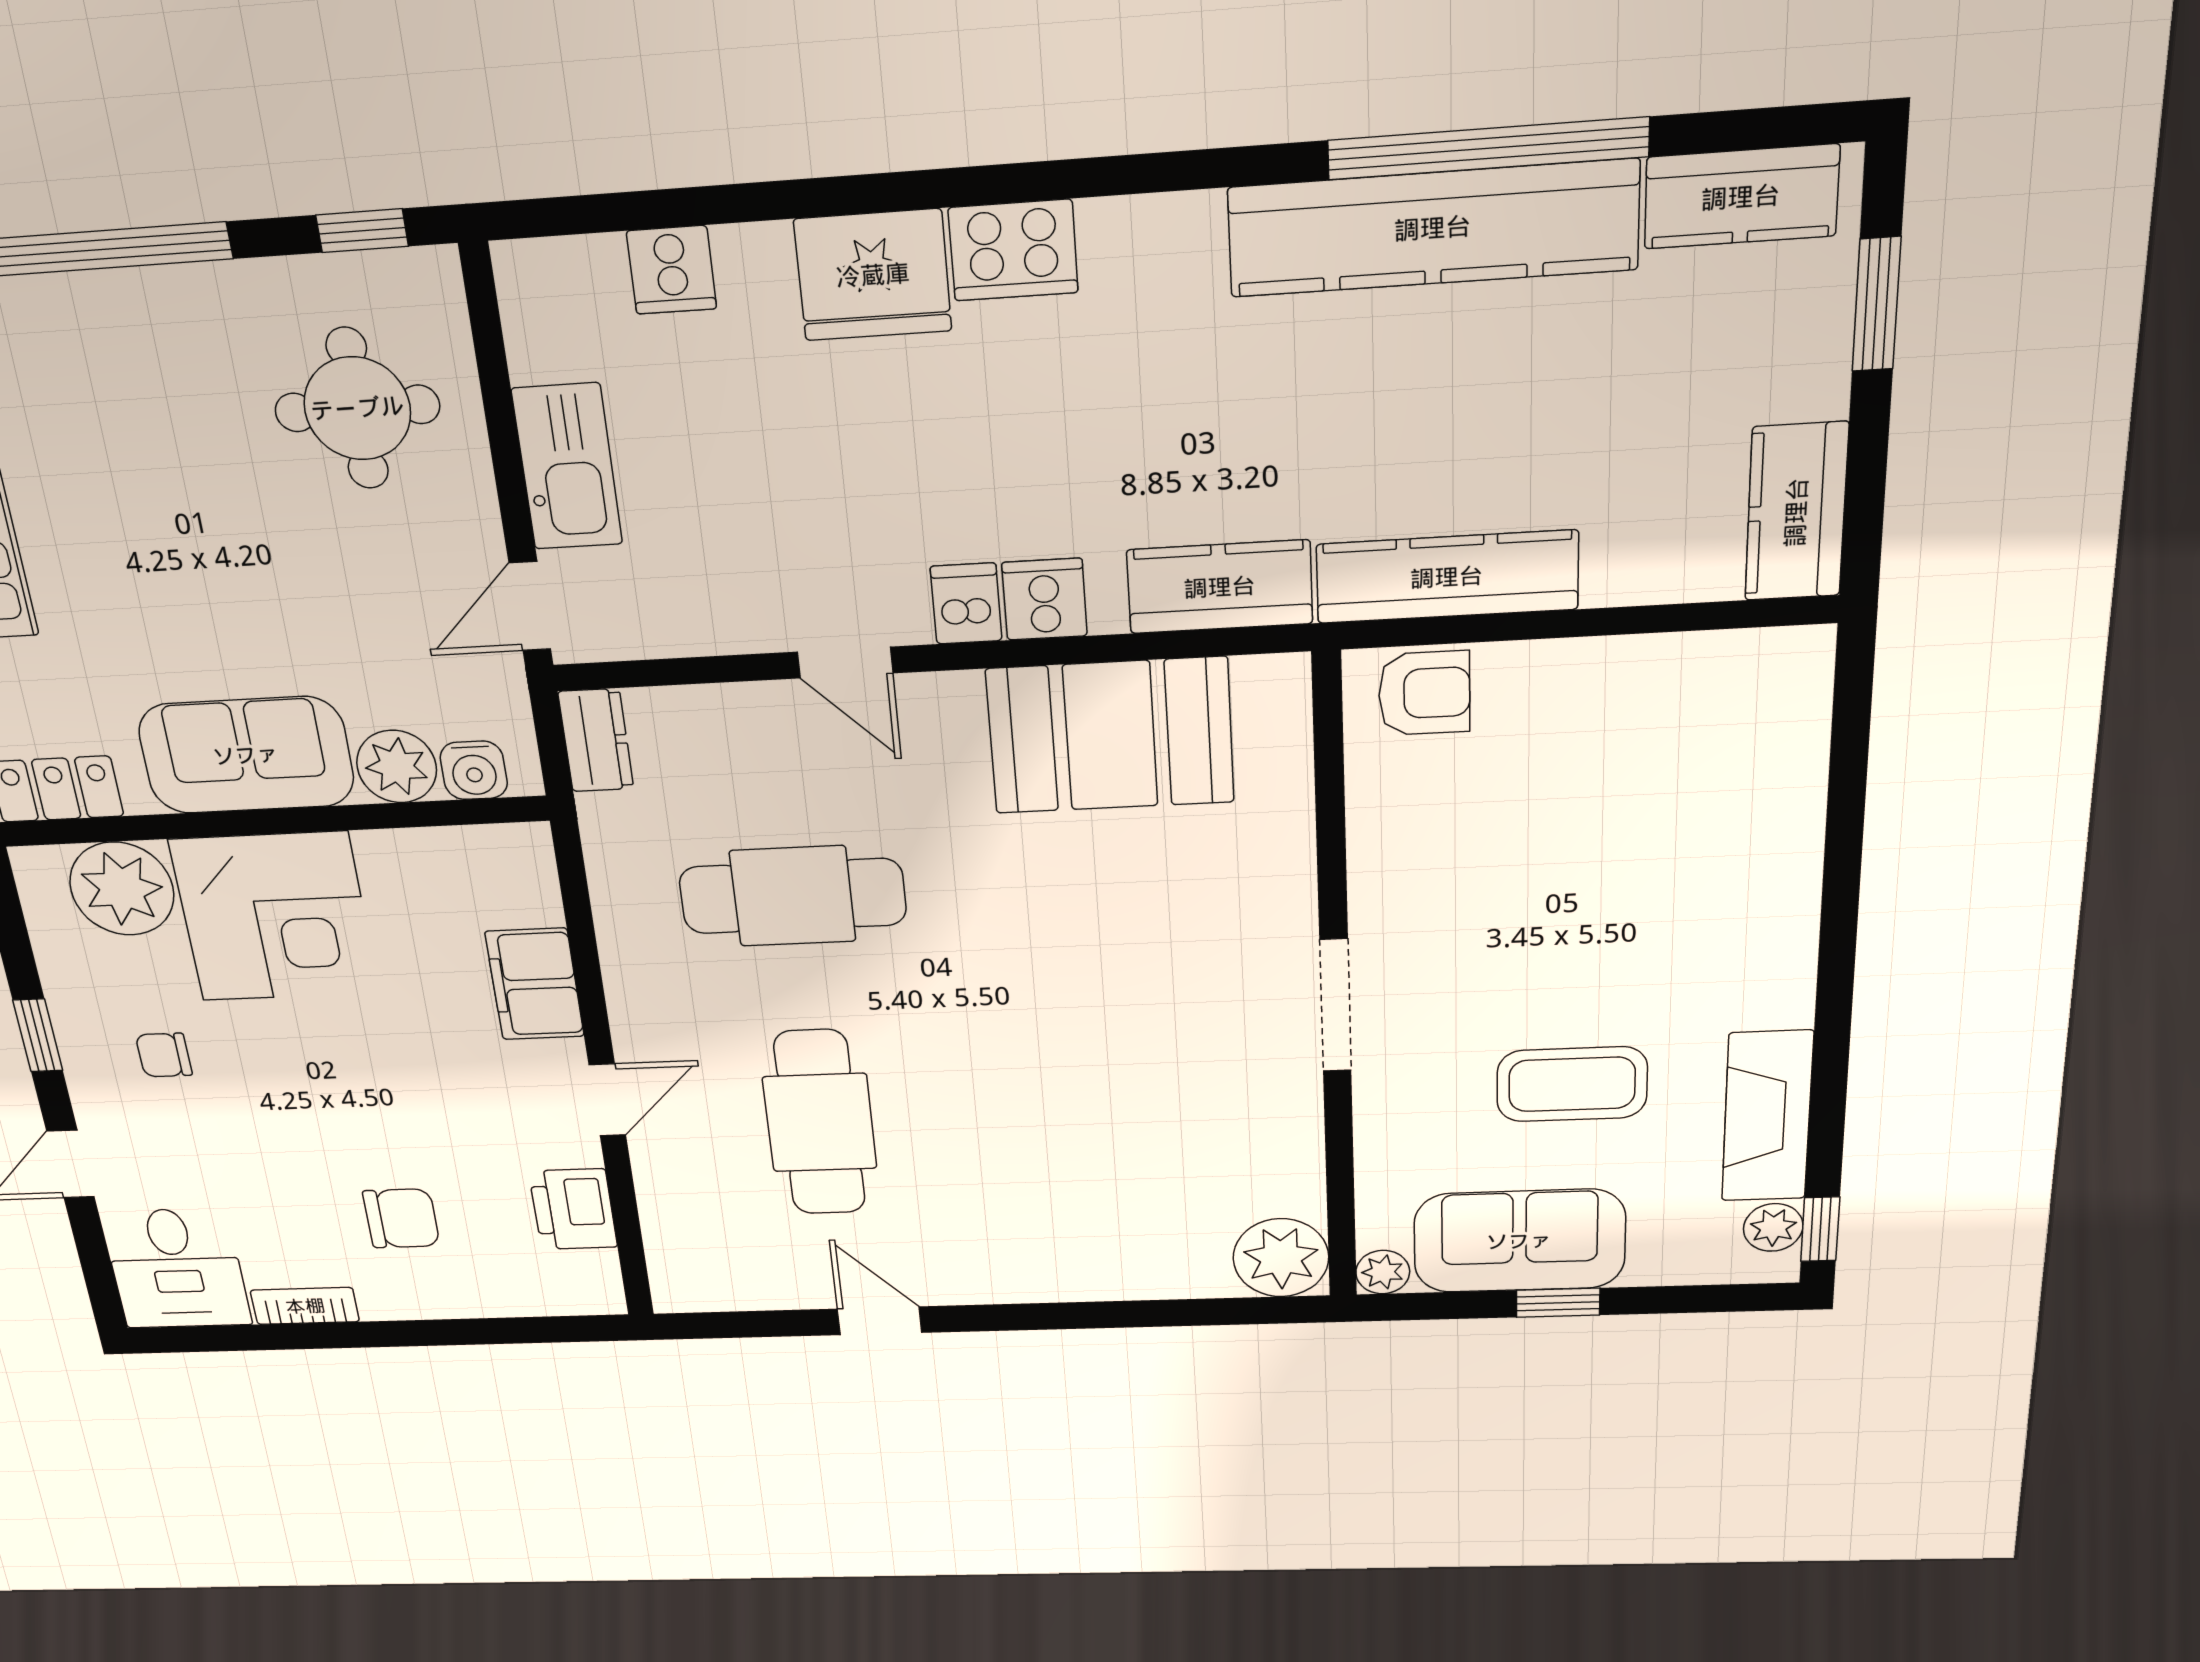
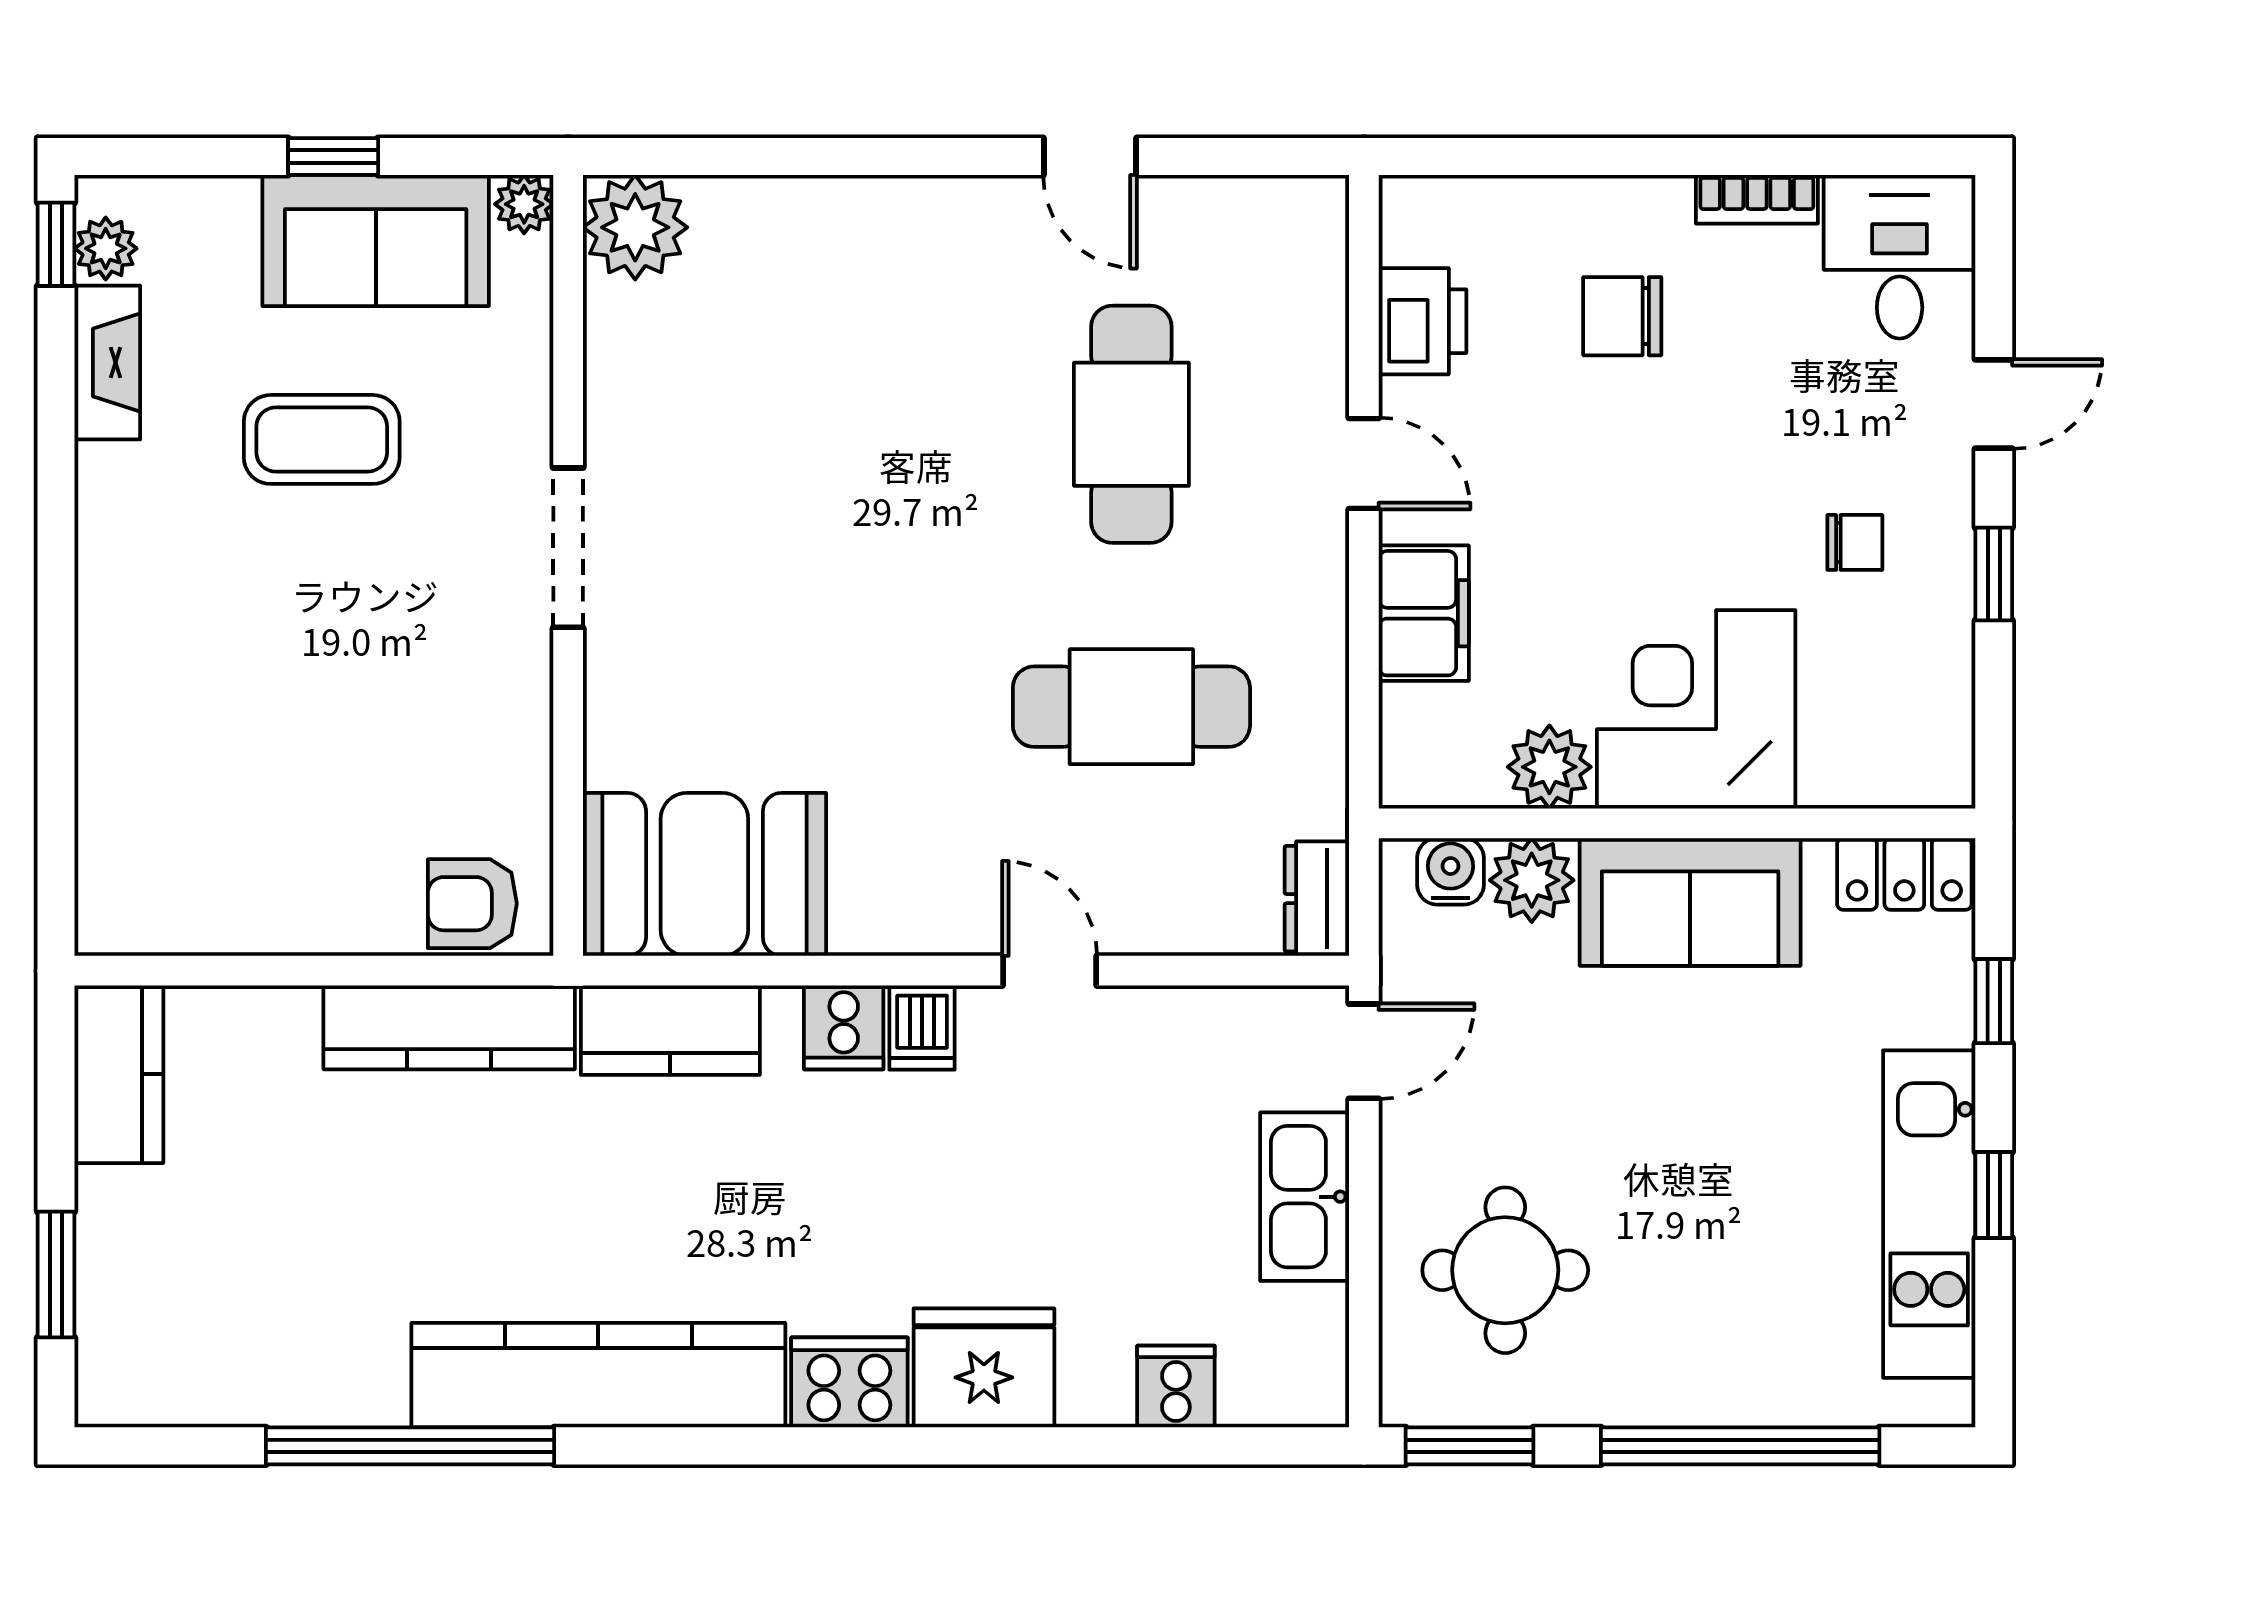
kitchen counter: (1741, 197) -> (182, 1385), removed
kitchen counter: (1433, 228) -> (598, 1375), moved
window: (362, 231) -> (1470, 1446), width x1.50
booth: (1110, 736) -> (704, 874), moved
plant: (122, 889) -> (1549, 767), moved, width x0.73, depth x0.73
door: (607, 1100) -> (1364, 463), swing flipped
fireplace: (1767, 1116) -> (107, 362), width x0.73, depth x0.76

